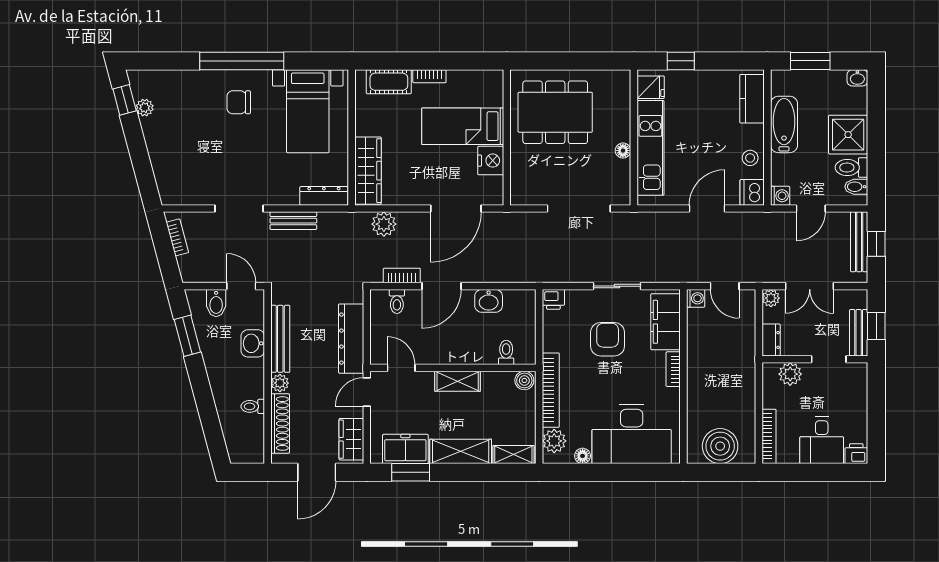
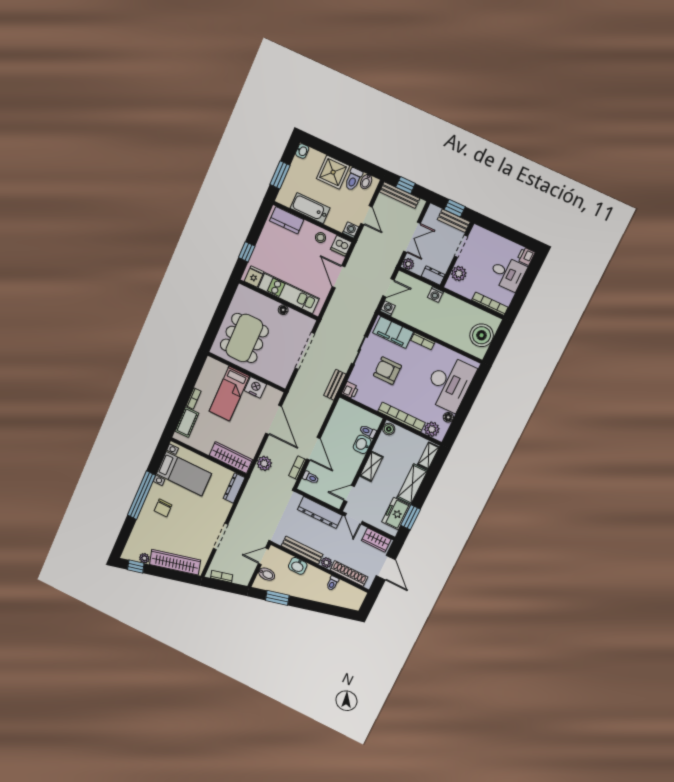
wardrobe: (163, 157) -> (175, 562), added
bench: (293, 221) -> (335, 385), moved
washbasin: (489, 301) -> (362, 444), moved, turned 180
washing machine: (746, 356) -> (435, 294), added

